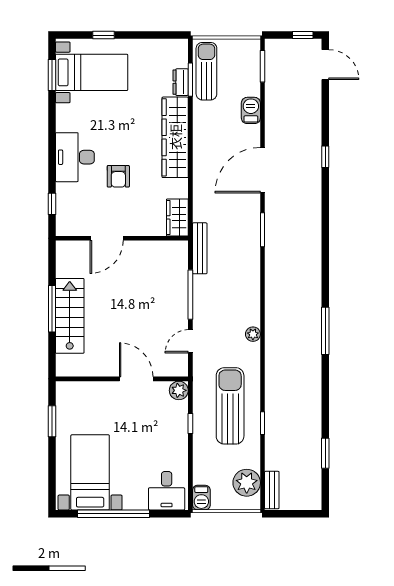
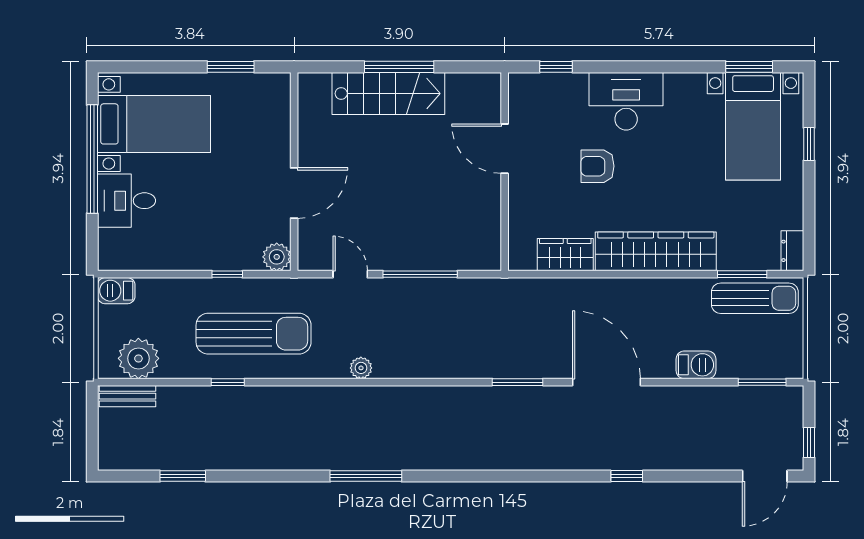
dresser: (181, 82) -> (792, 251), moved, turned -90
wardrobe: (177, 217) -> (565, 255), moved
bench: (200, 248) -> (490, 288), removed
desk: (167, 491) -> (126, 201), moved

